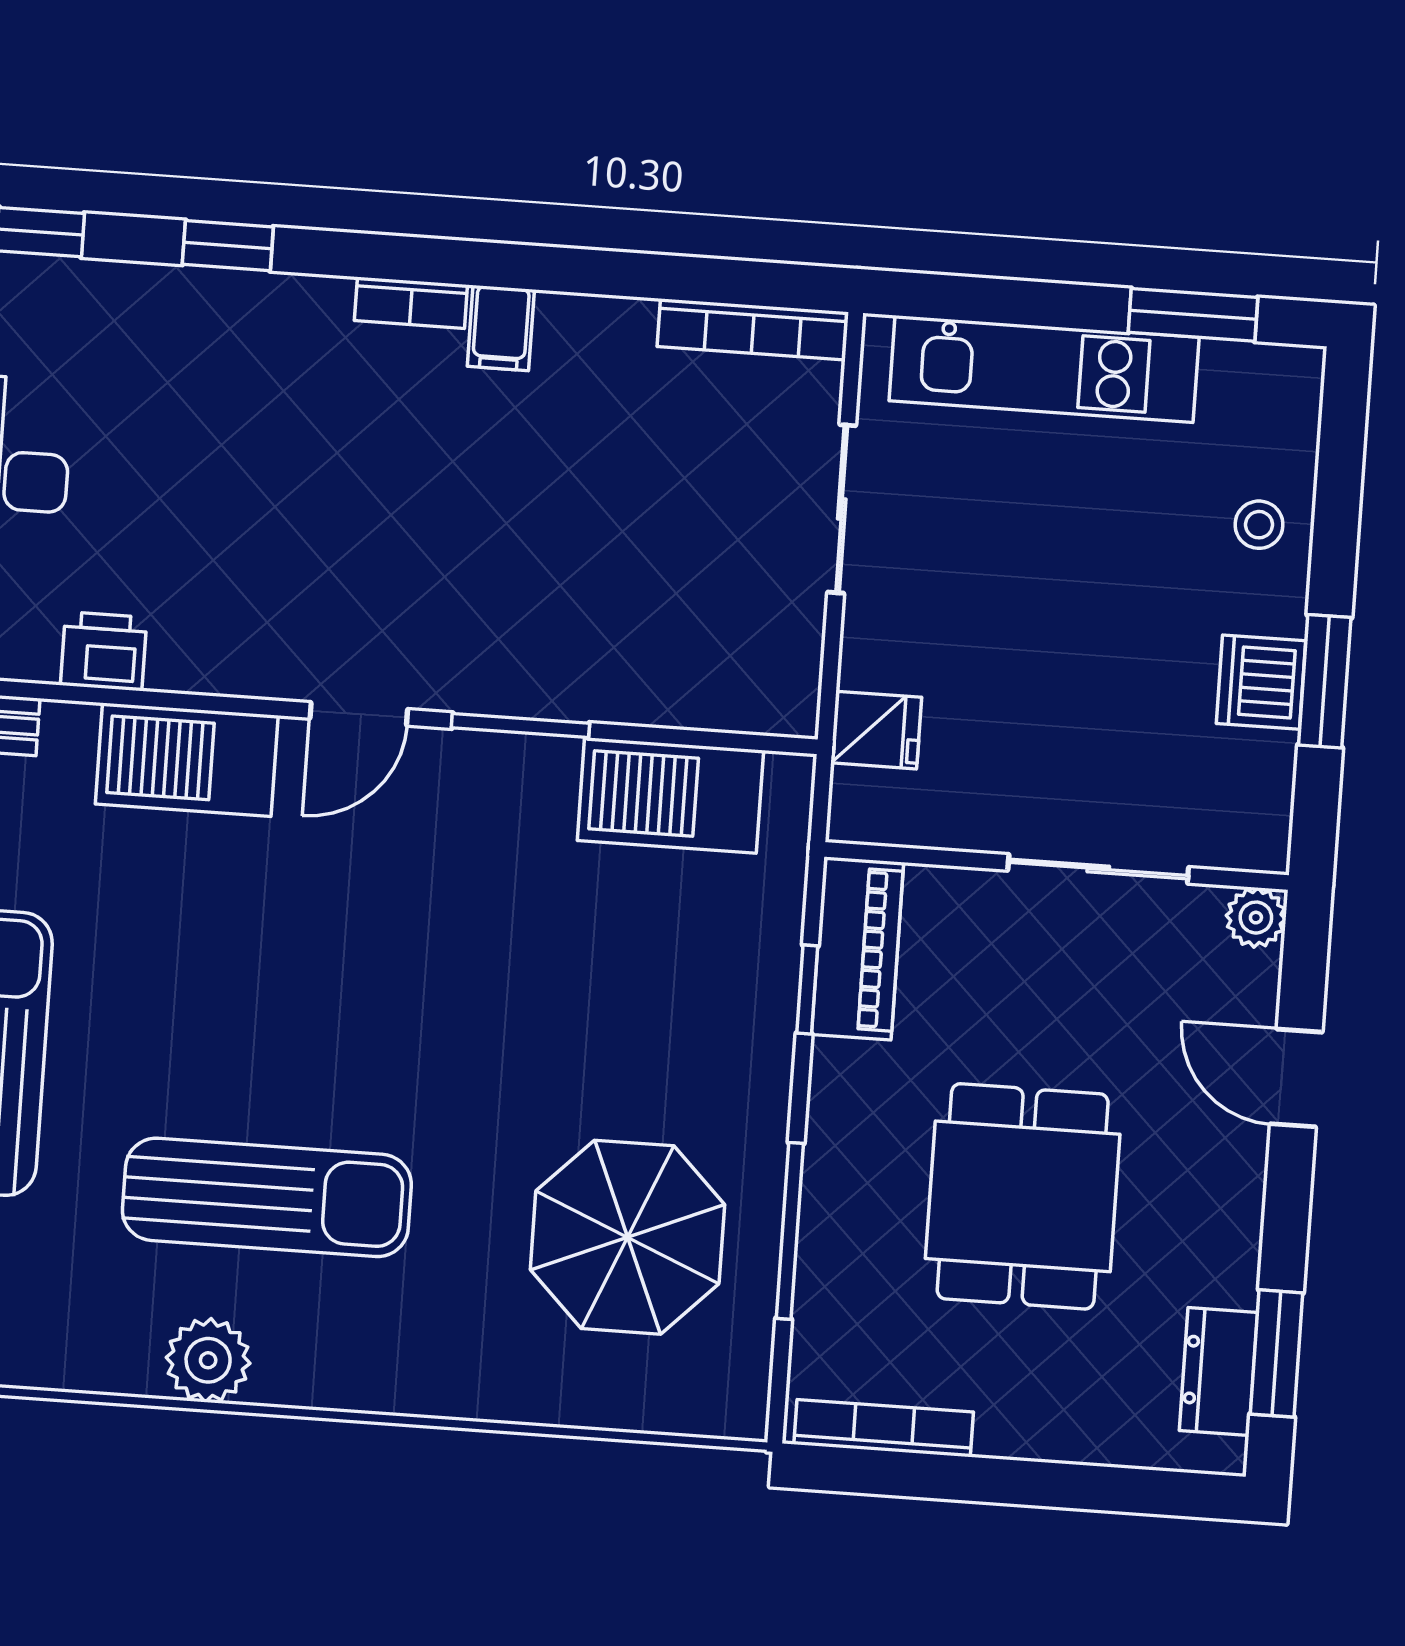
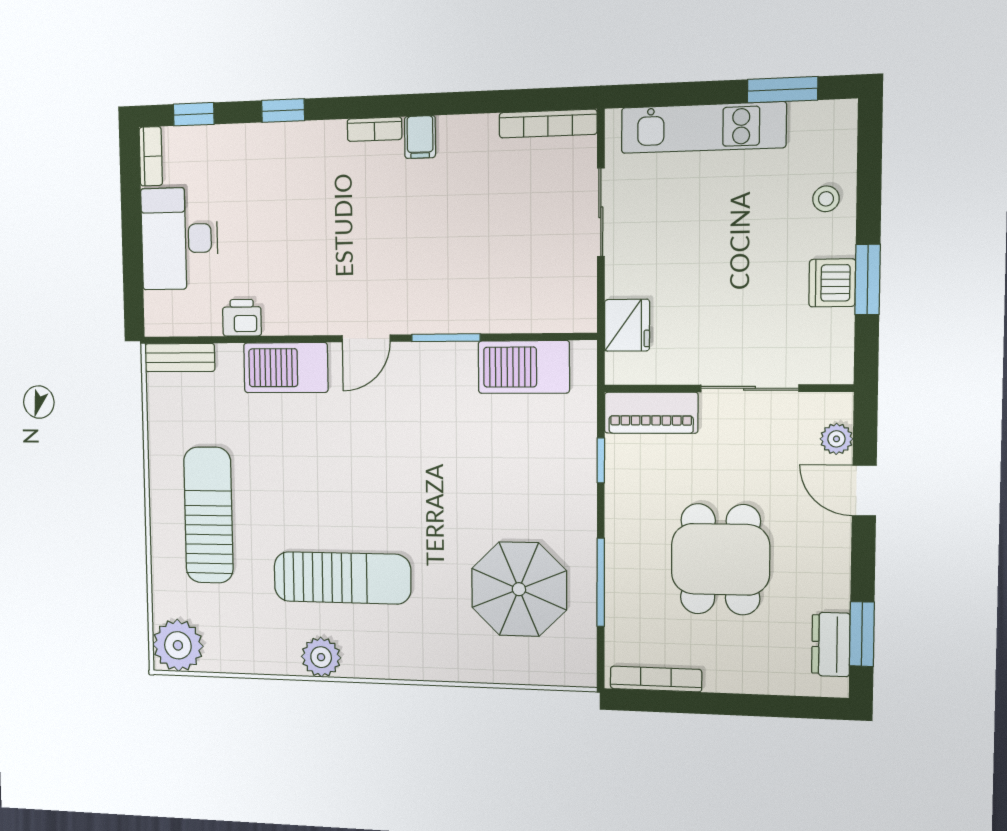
fridge: (876, 730) -> (627, 325), width x1.38
plant: (1256, 918) -> (836, 439), moved
piano: (857, 948) -> (651, 413), moved, turned 90

